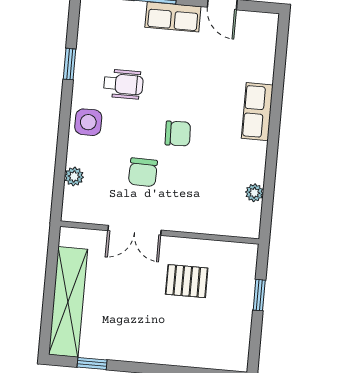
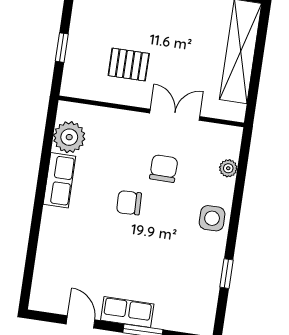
wheelchair: (123, 84) -> (177, 252), removed
row of seats: (257, 112) -> (59, 180), moved
plant: (254, 193) -> (69, 137), width x1.87, depth x1.87

